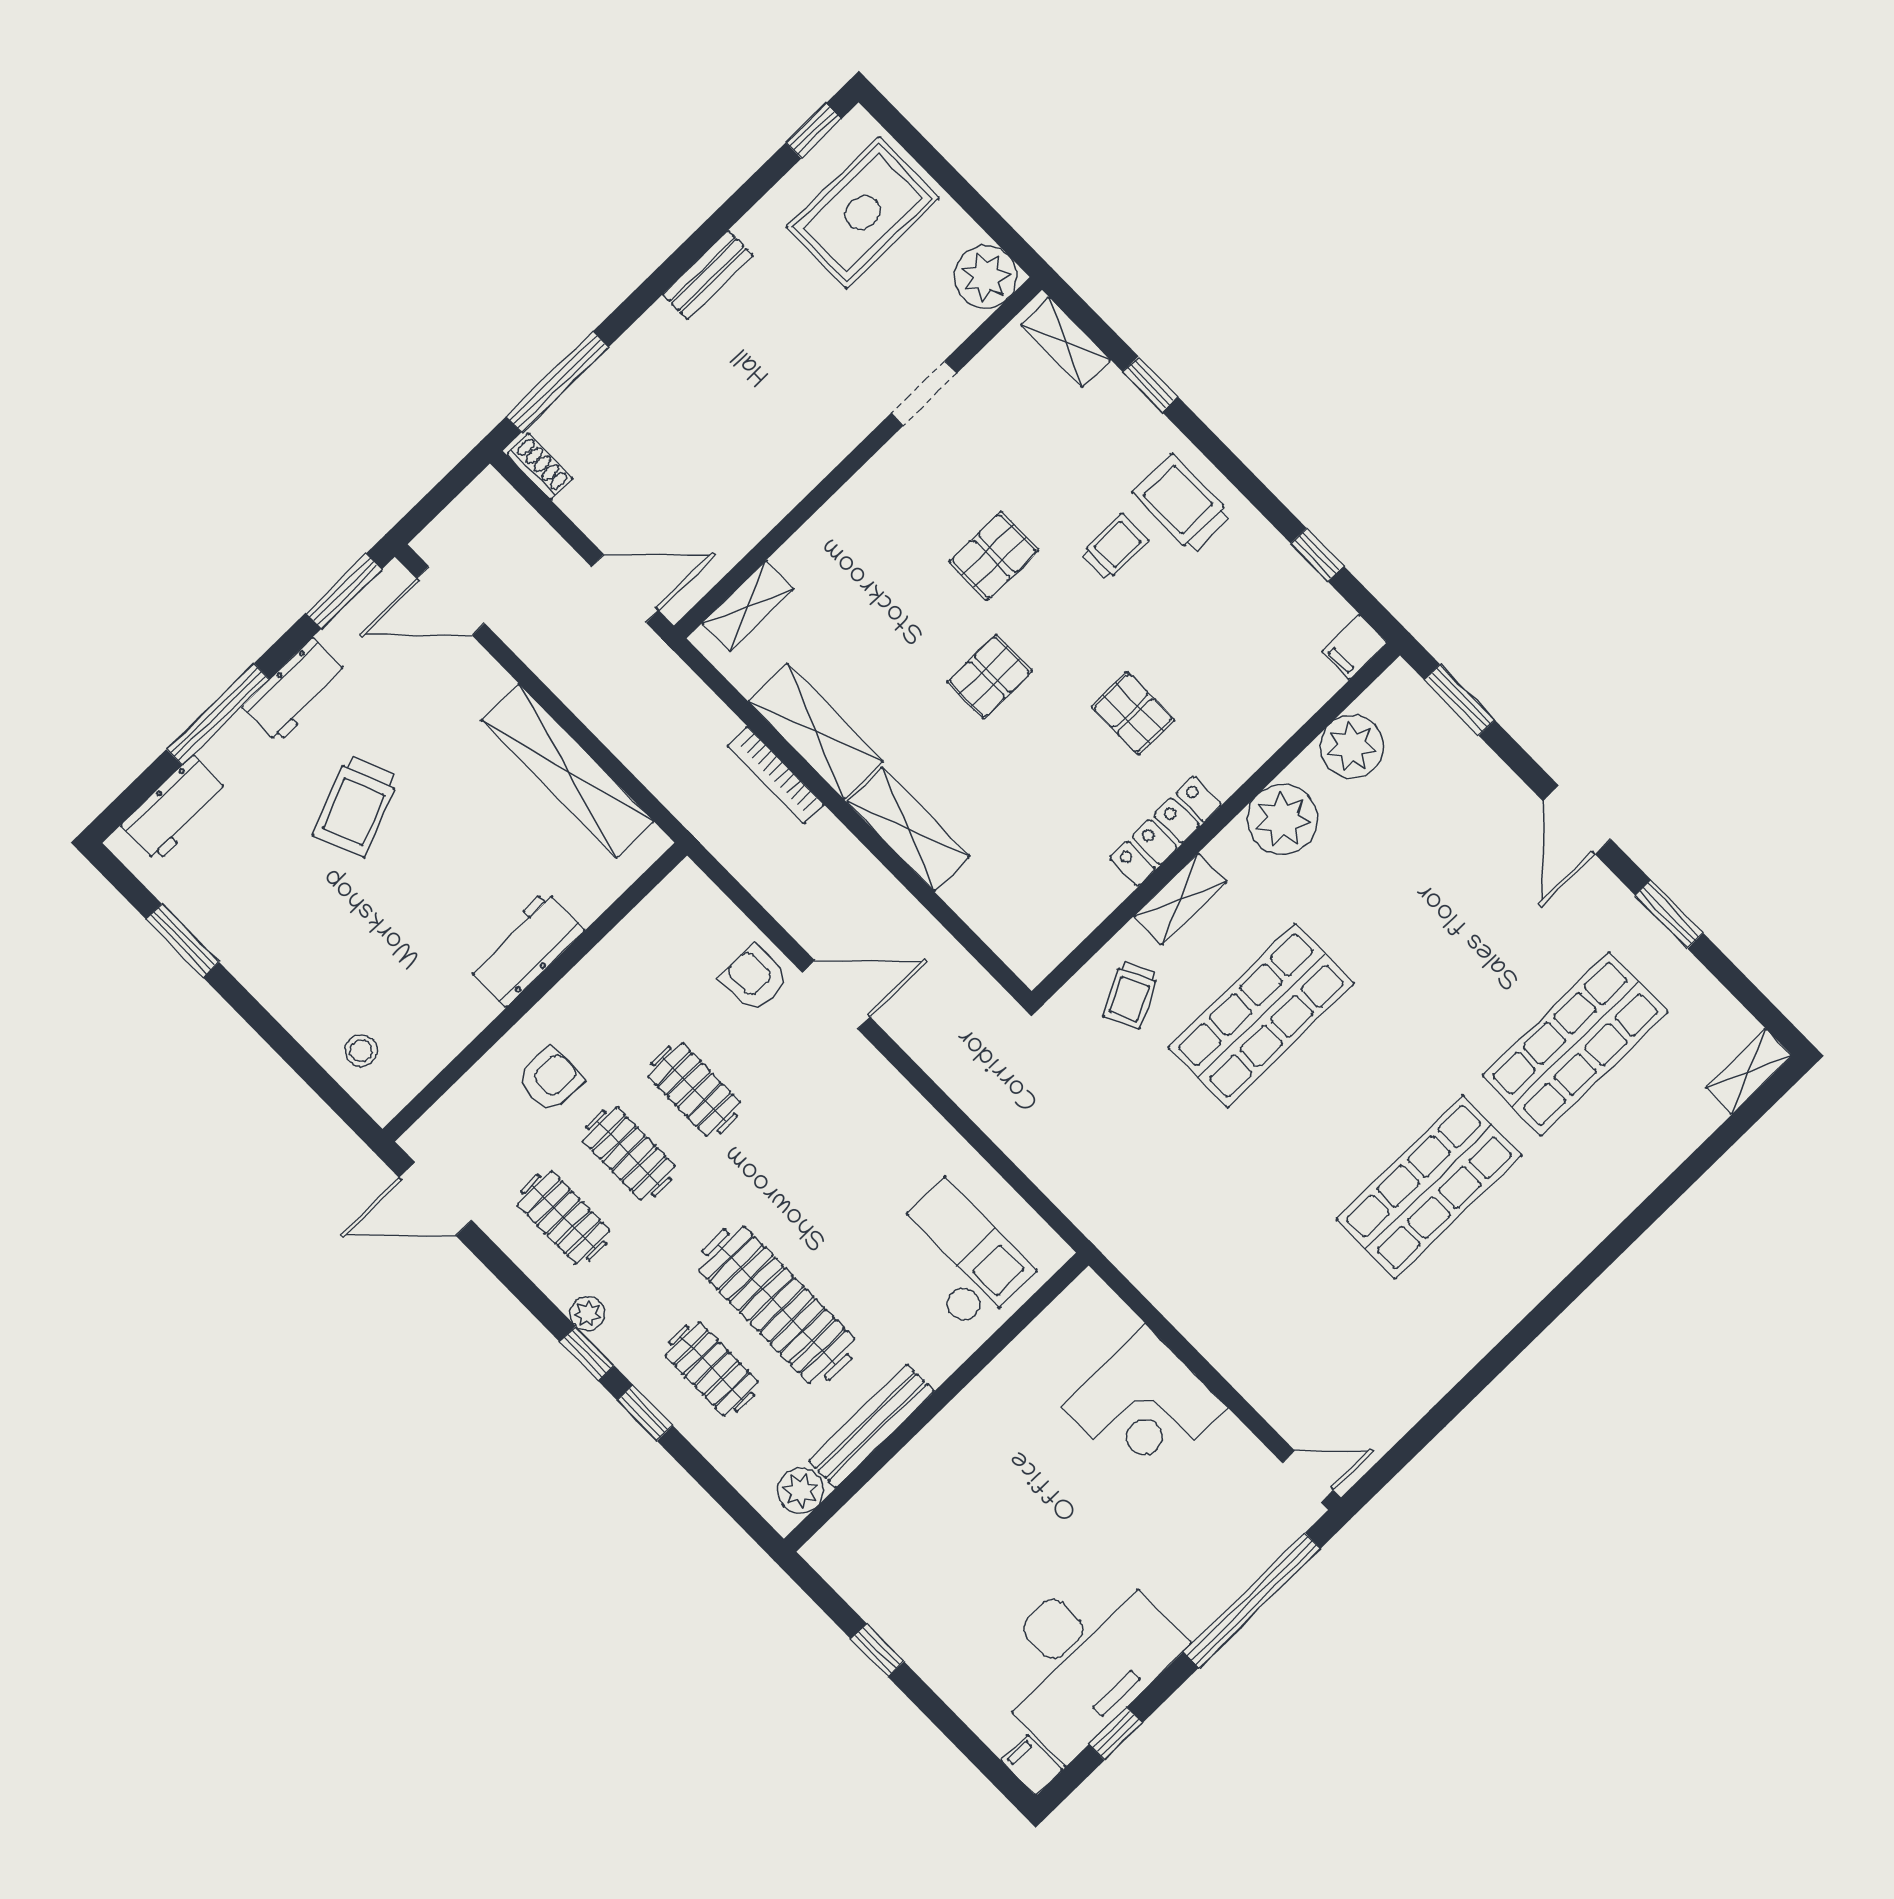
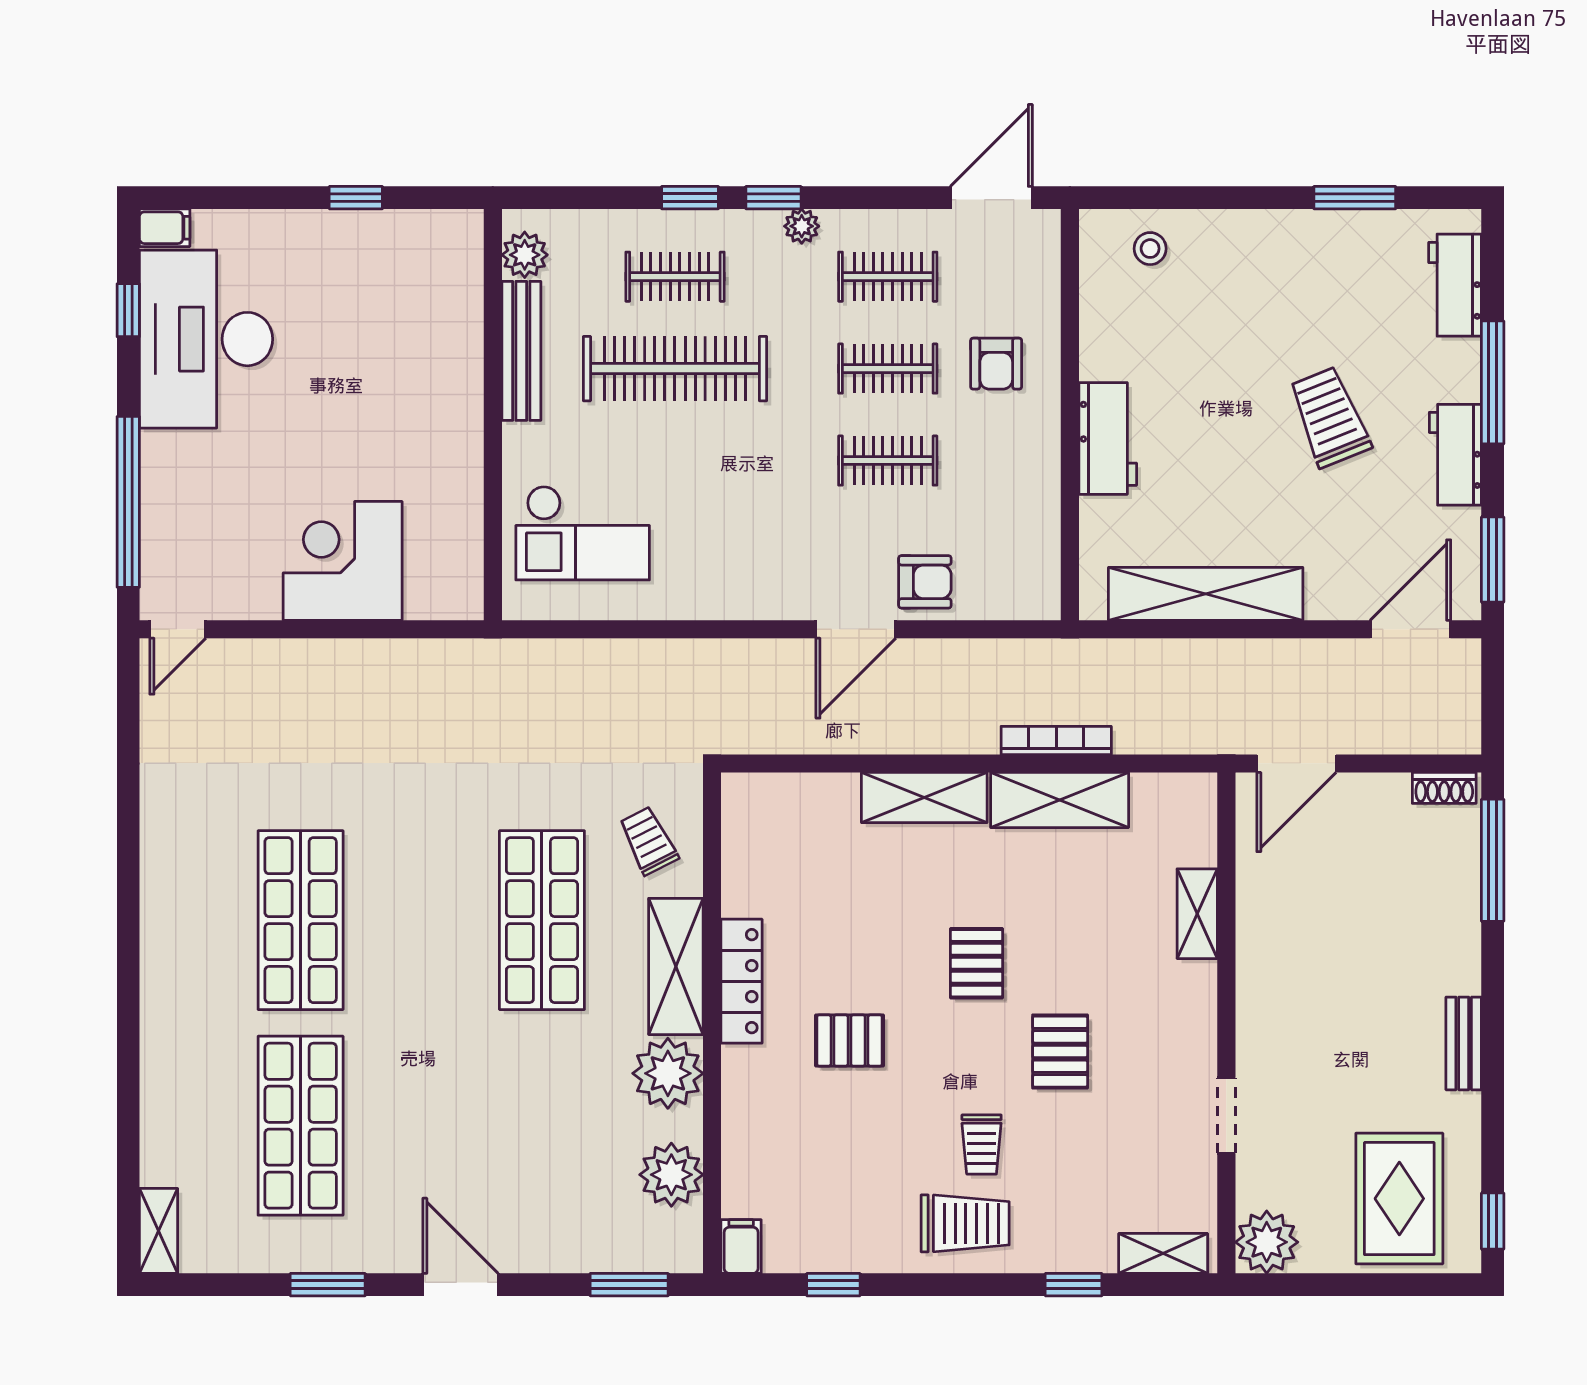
shelving: (748, 606) -> (1197, 914), moved
shelving: (1180, 899) -> (676, 966), width x1.50, depth x1.33

